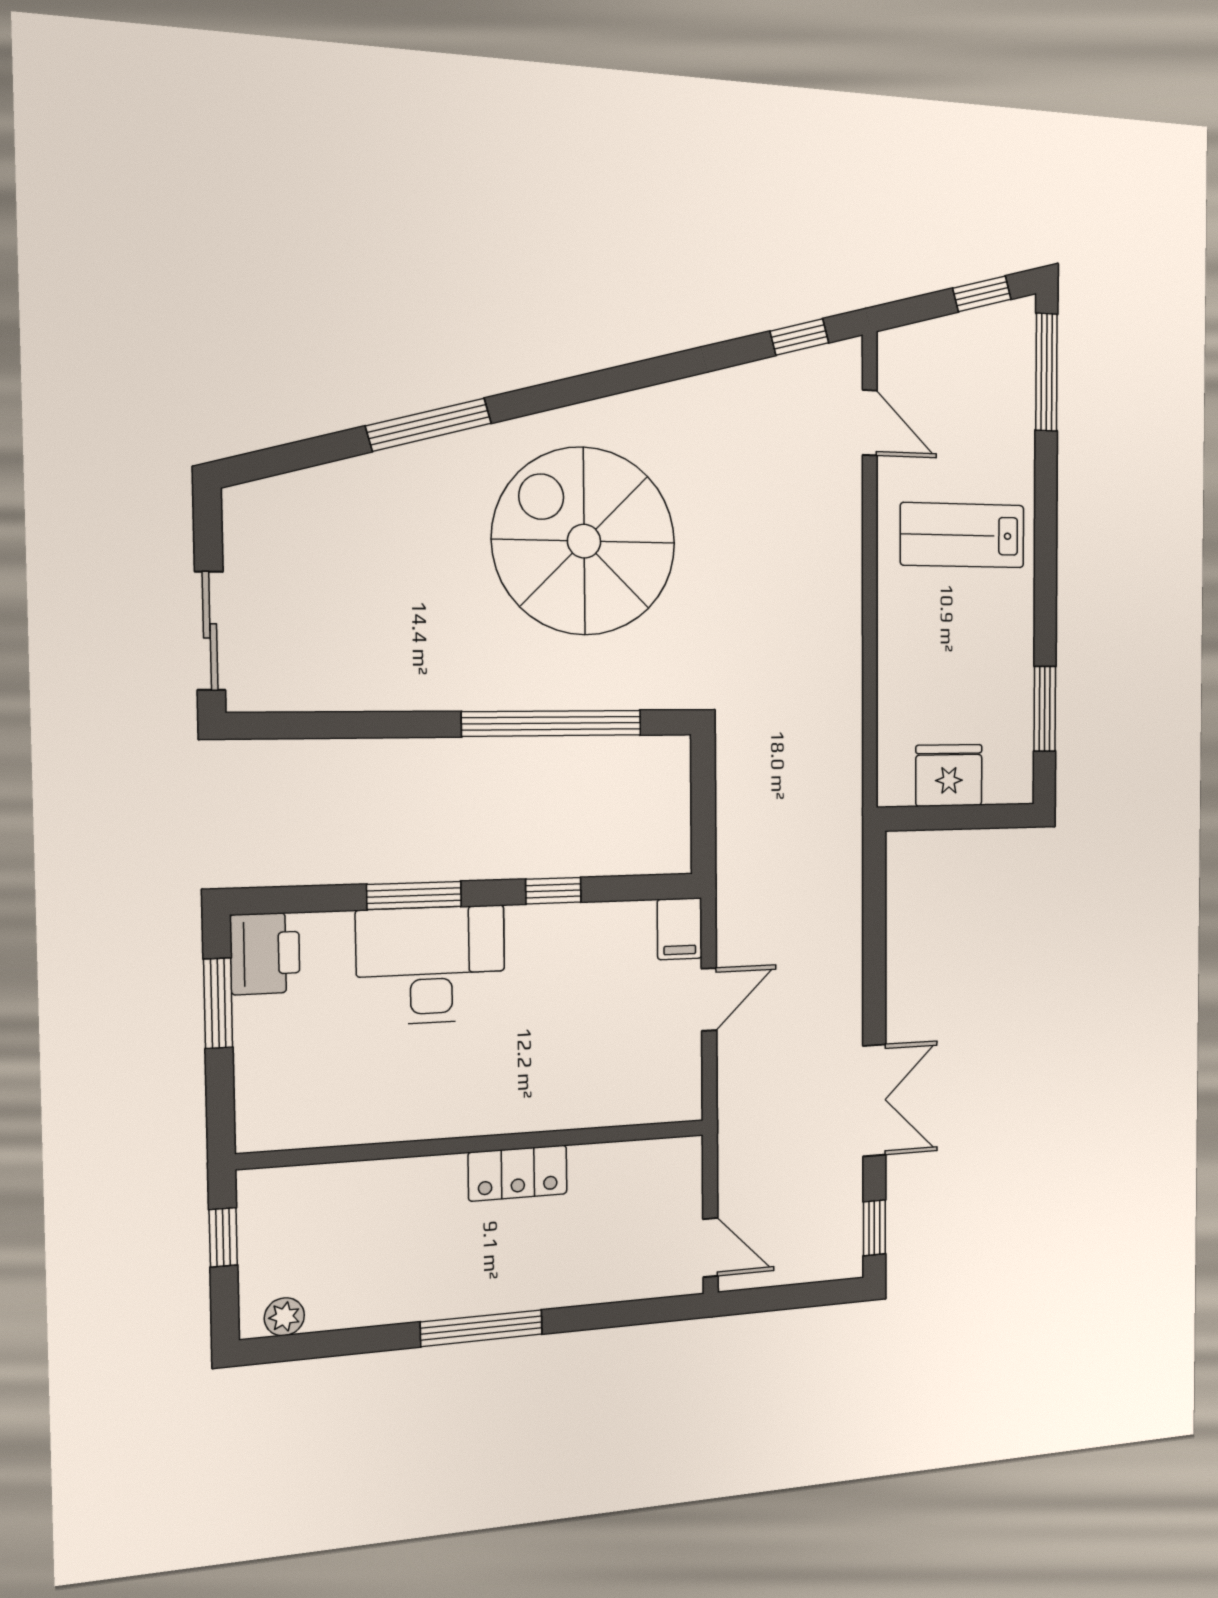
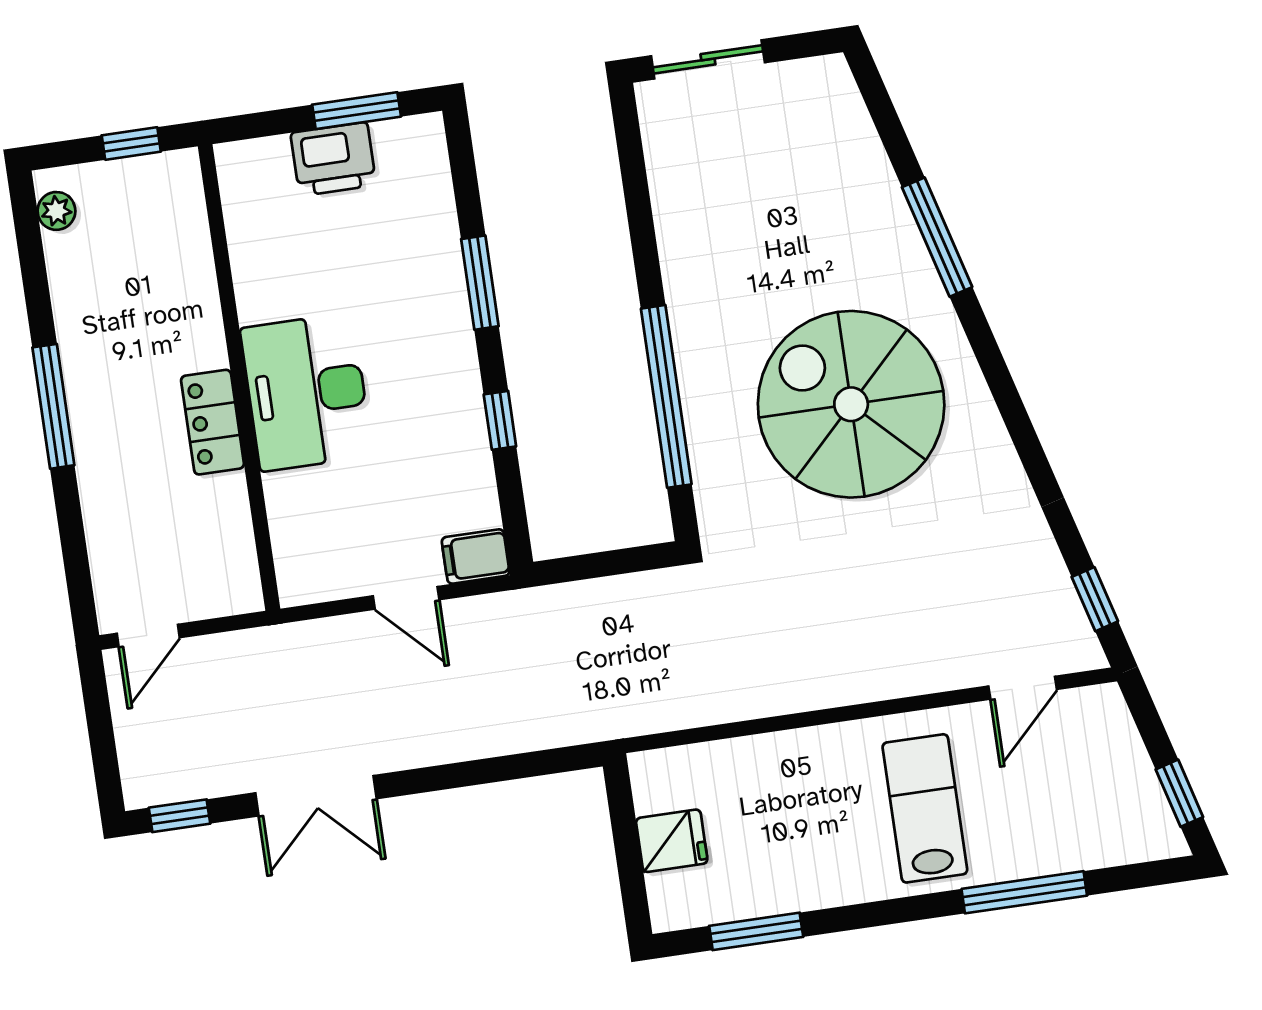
window: (1046, 372) -> (1024, 892), moved
spiral stairs: (584, 541) -> (851, 404), turned -90
fridge: (949, 775) -> (672, 841), width x0.72
printer: (265, 954) -> (333, 159), moved
desk: (431, 965) -> (306, 392), moved, turned 180

